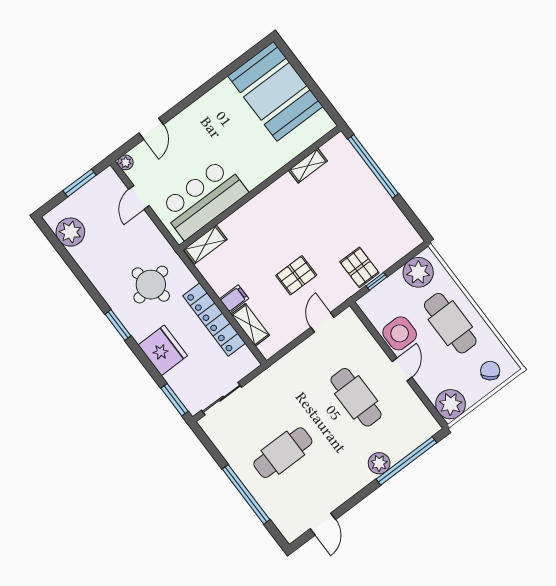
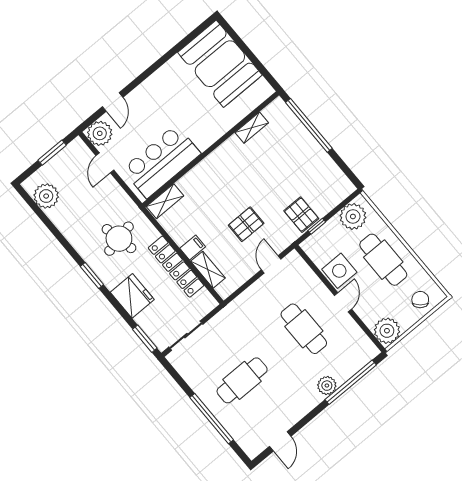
plant: (126, 162) -> (100, 133), width x1.87, depth x1.87

